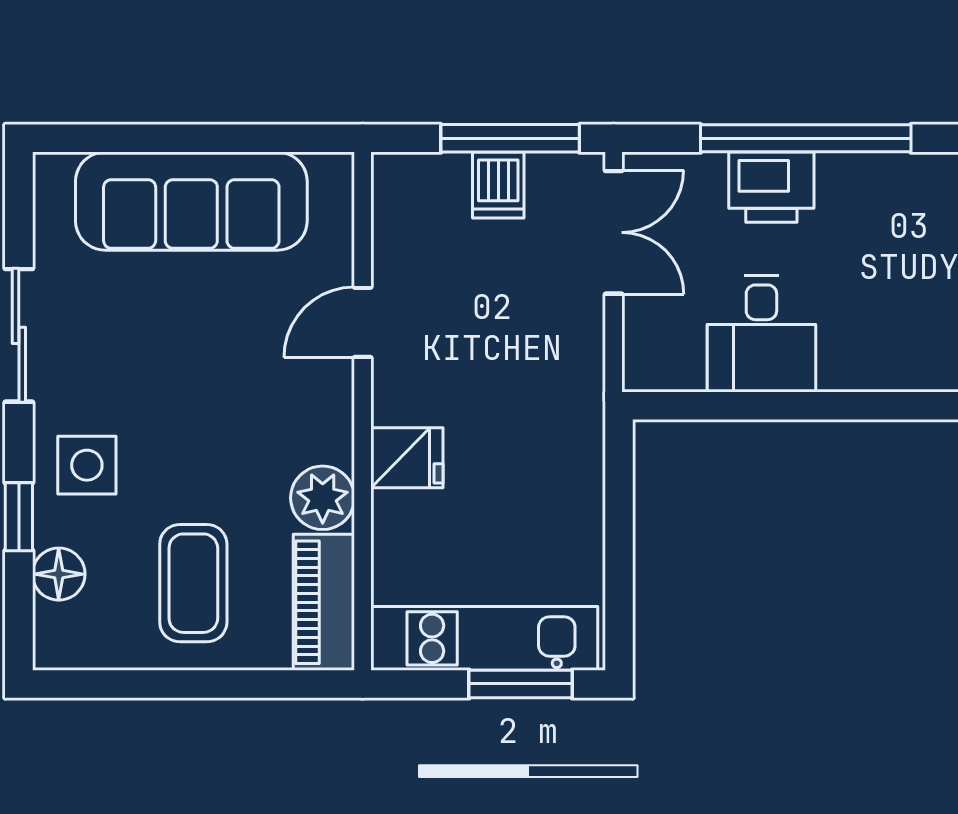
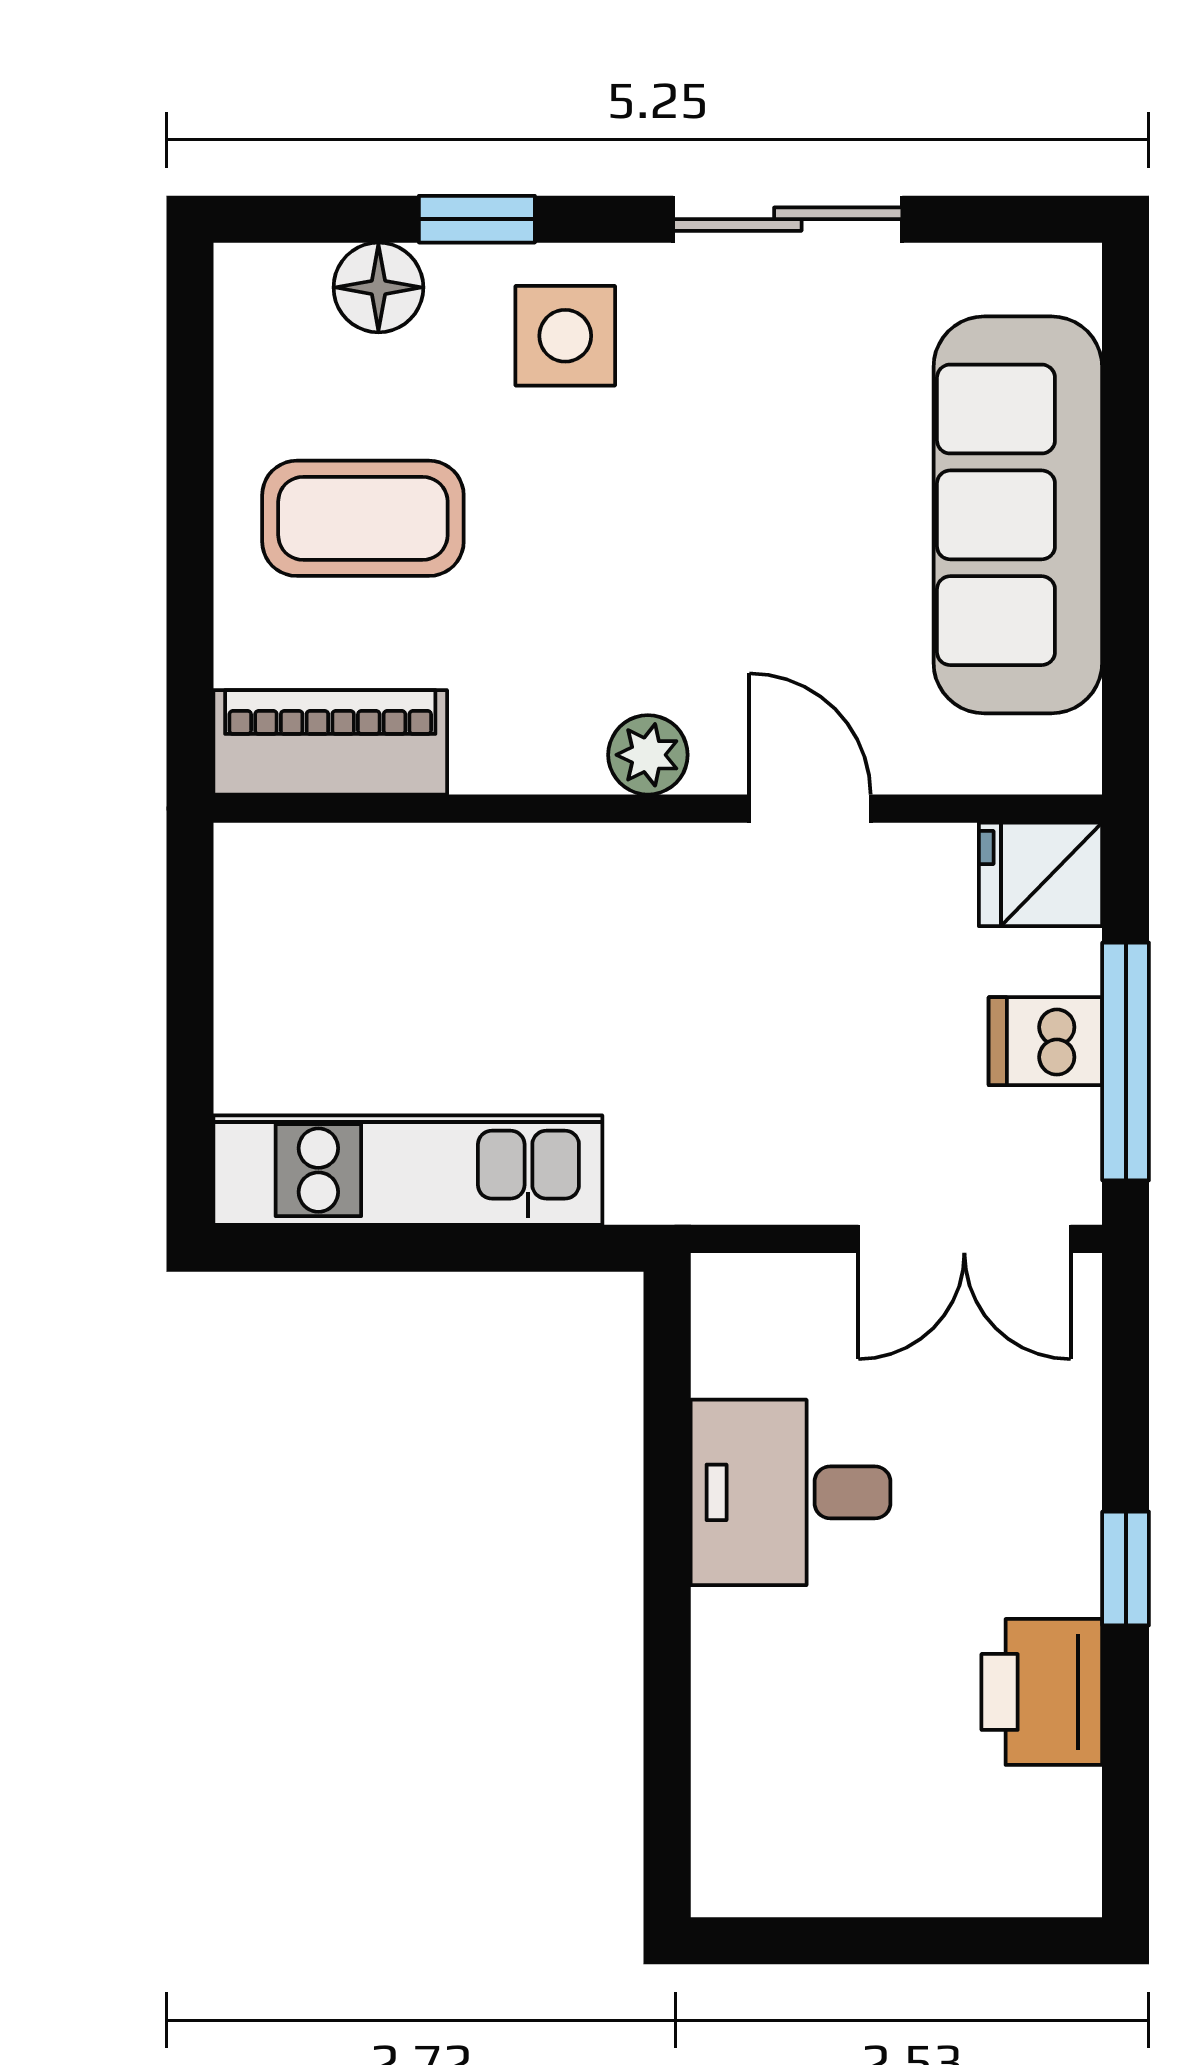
window: (806, 138) -> (1126, 1568), width x0.32
printer: (771, 187) -> (1042, 1692), moved
fridge: (407, 458) -> (1040, 874), moved, turned 90
plant: (323, 498) -> (648, 755), moved, width x0.73, depth x0.73
kitchen unit: (484, 638) -> (408, 1170), moved, turned -90
window: (521, 684) -> (190, 1079), removed

